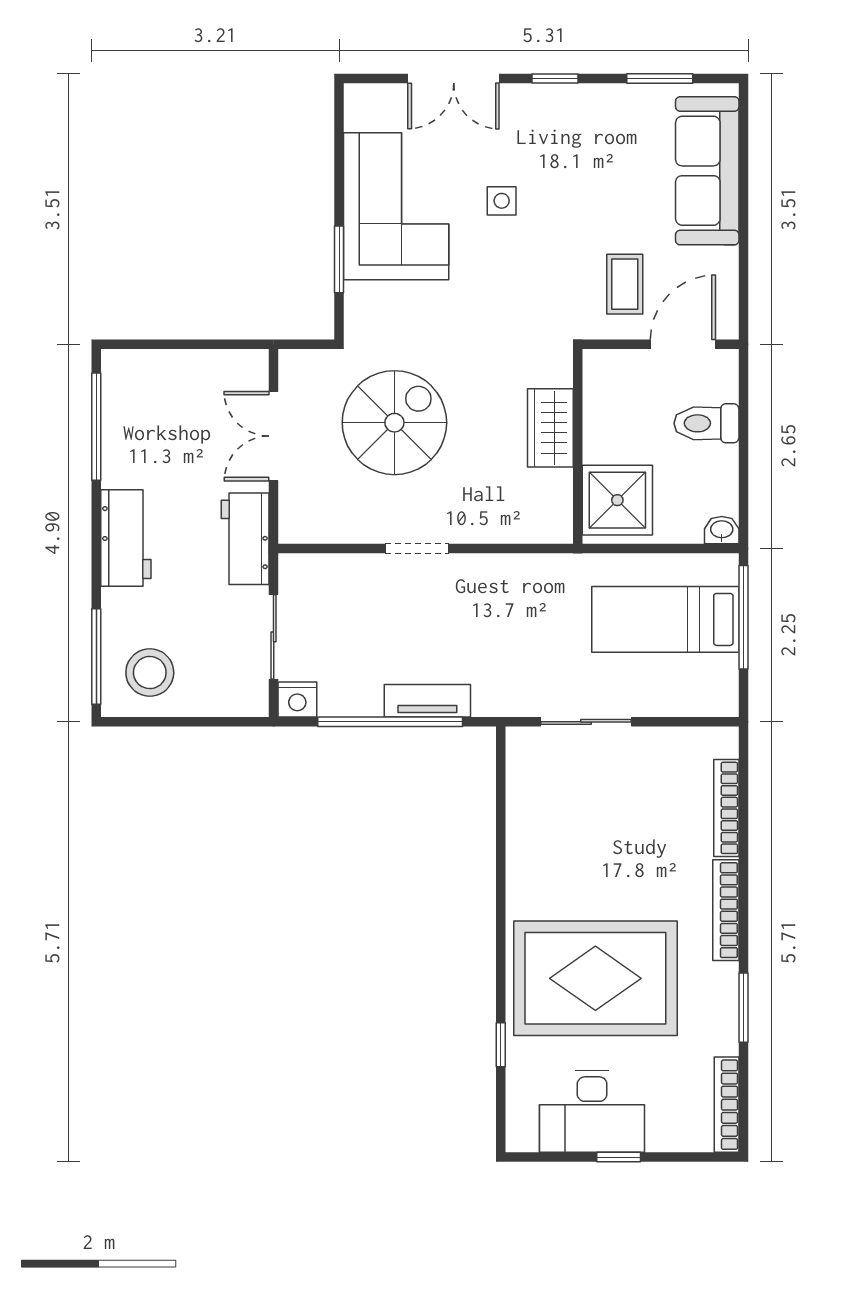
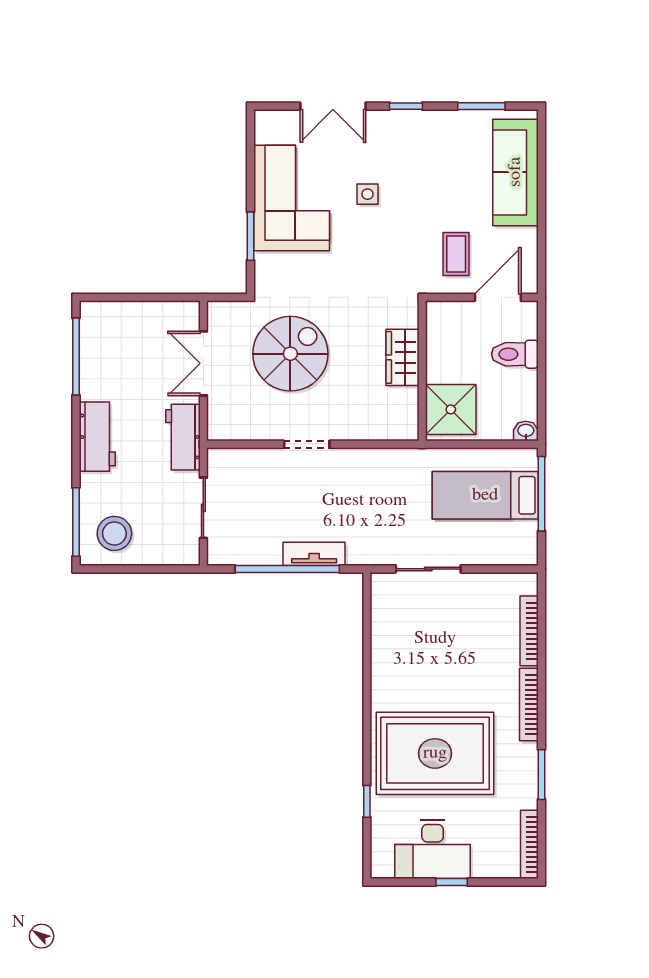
nightstand: (297, 700) -> (221, 553), removed

